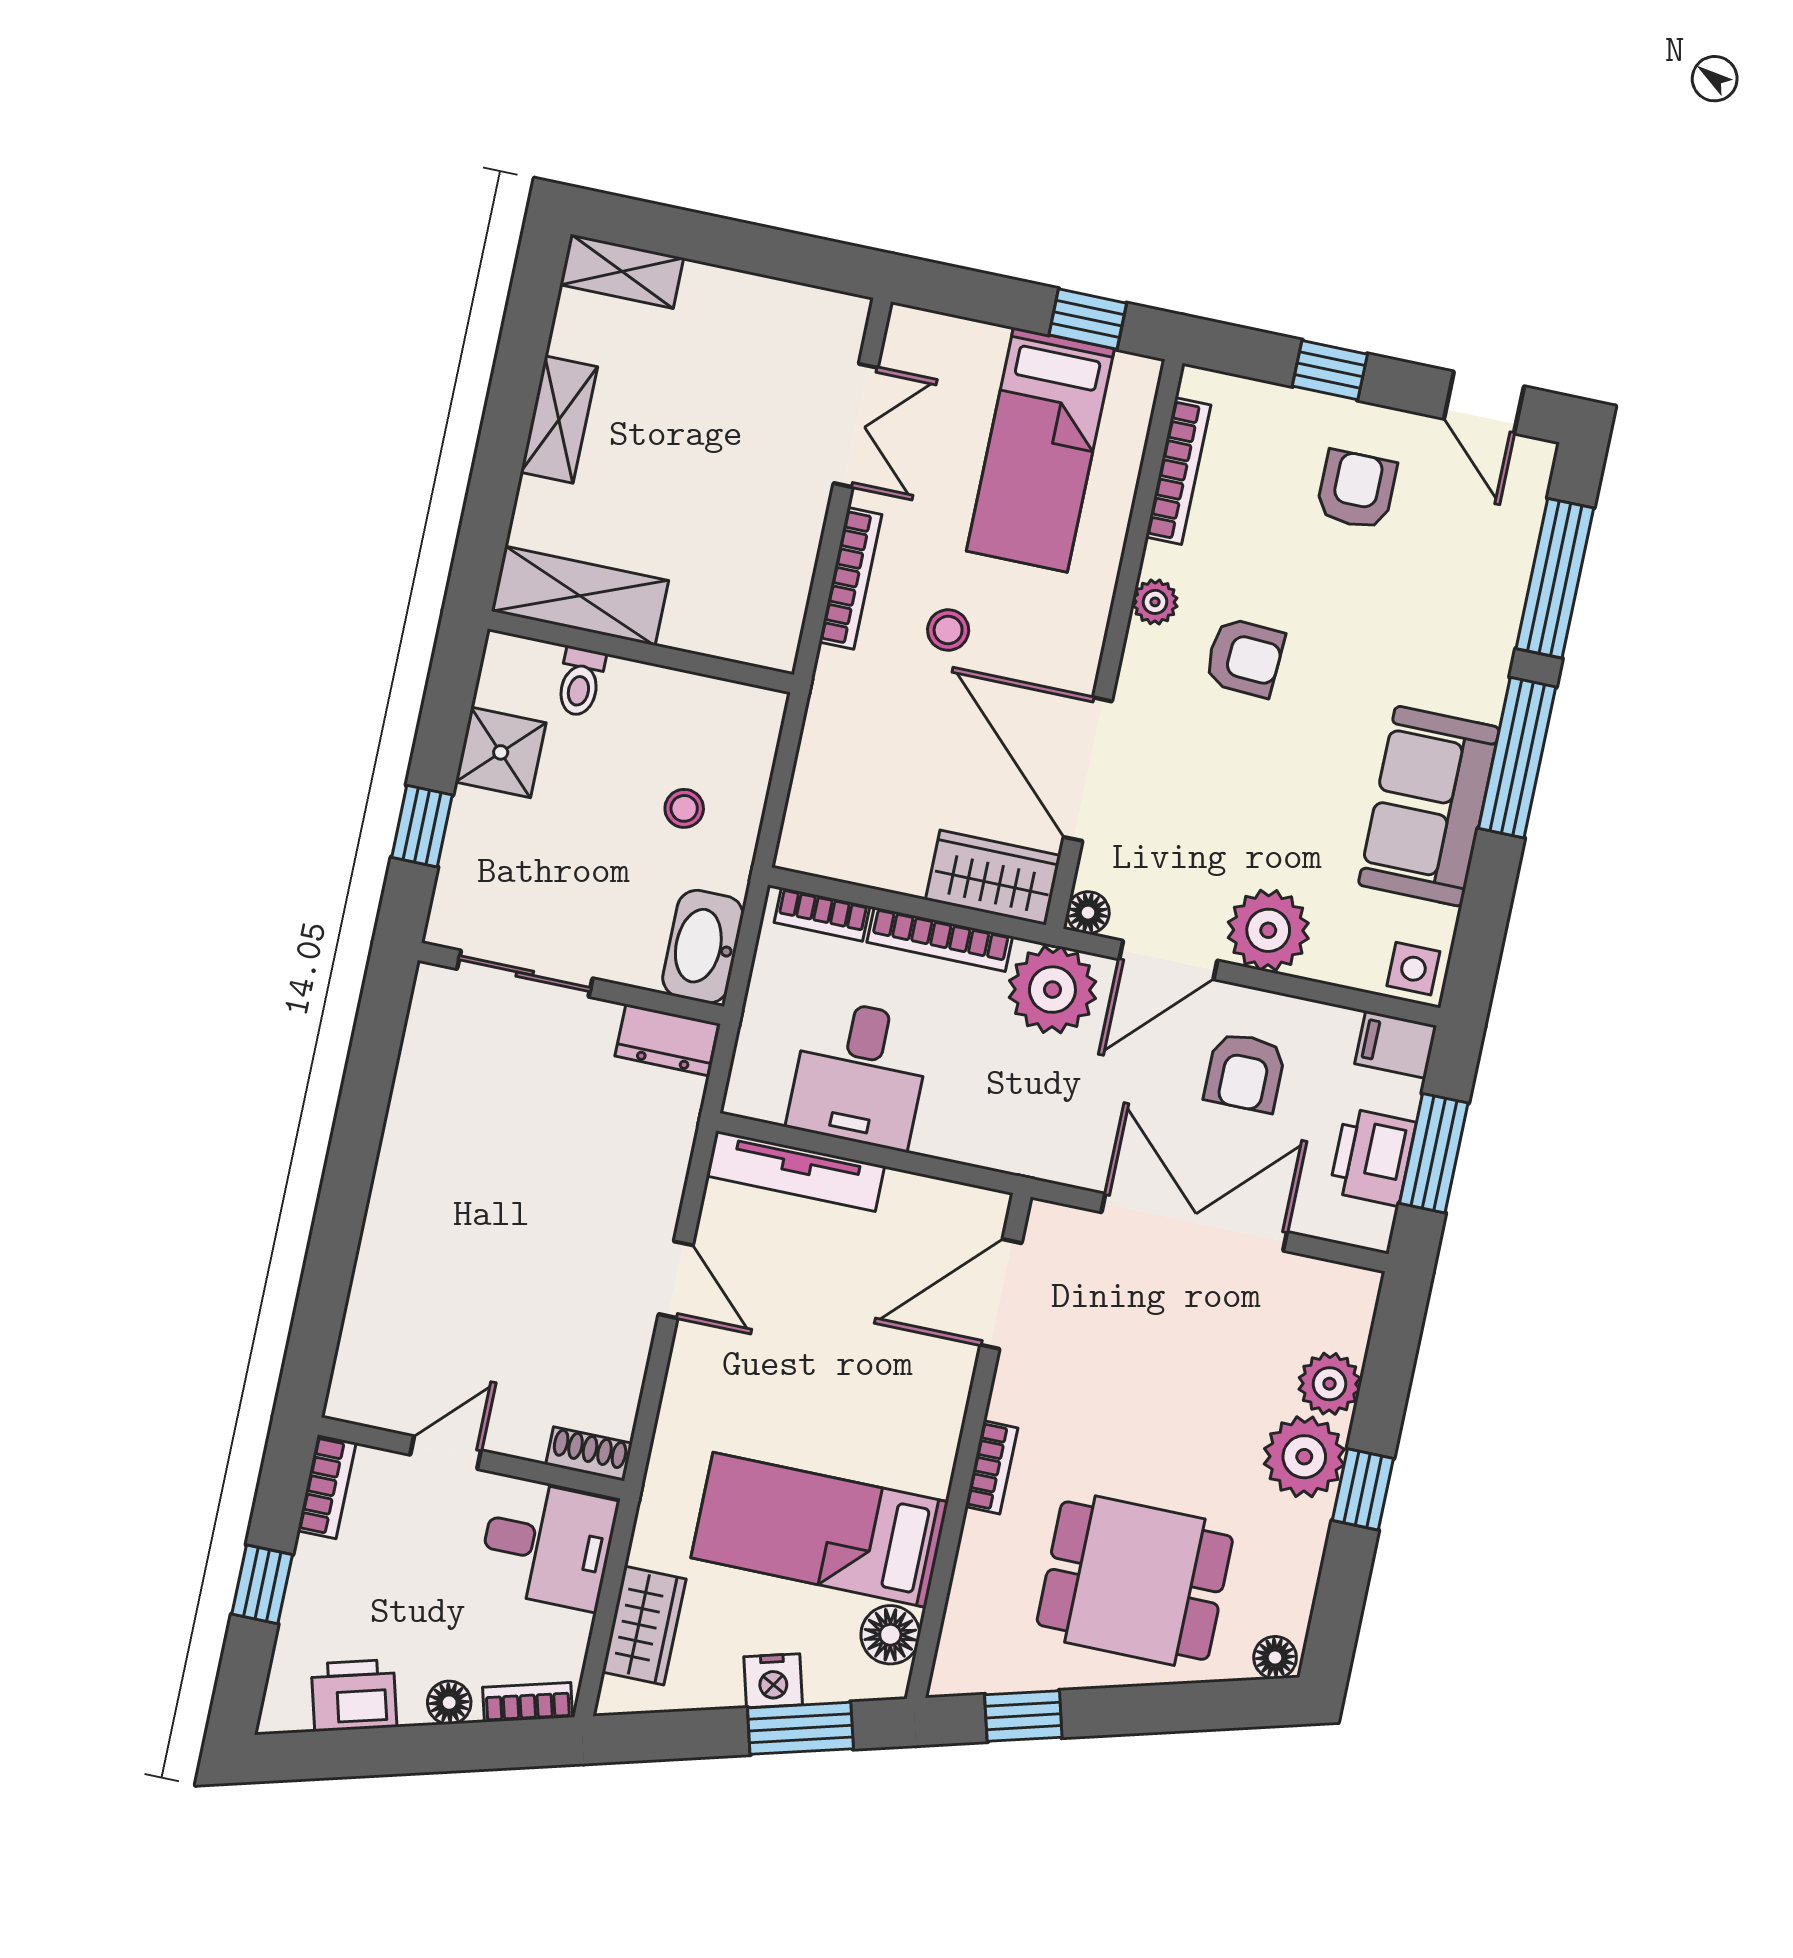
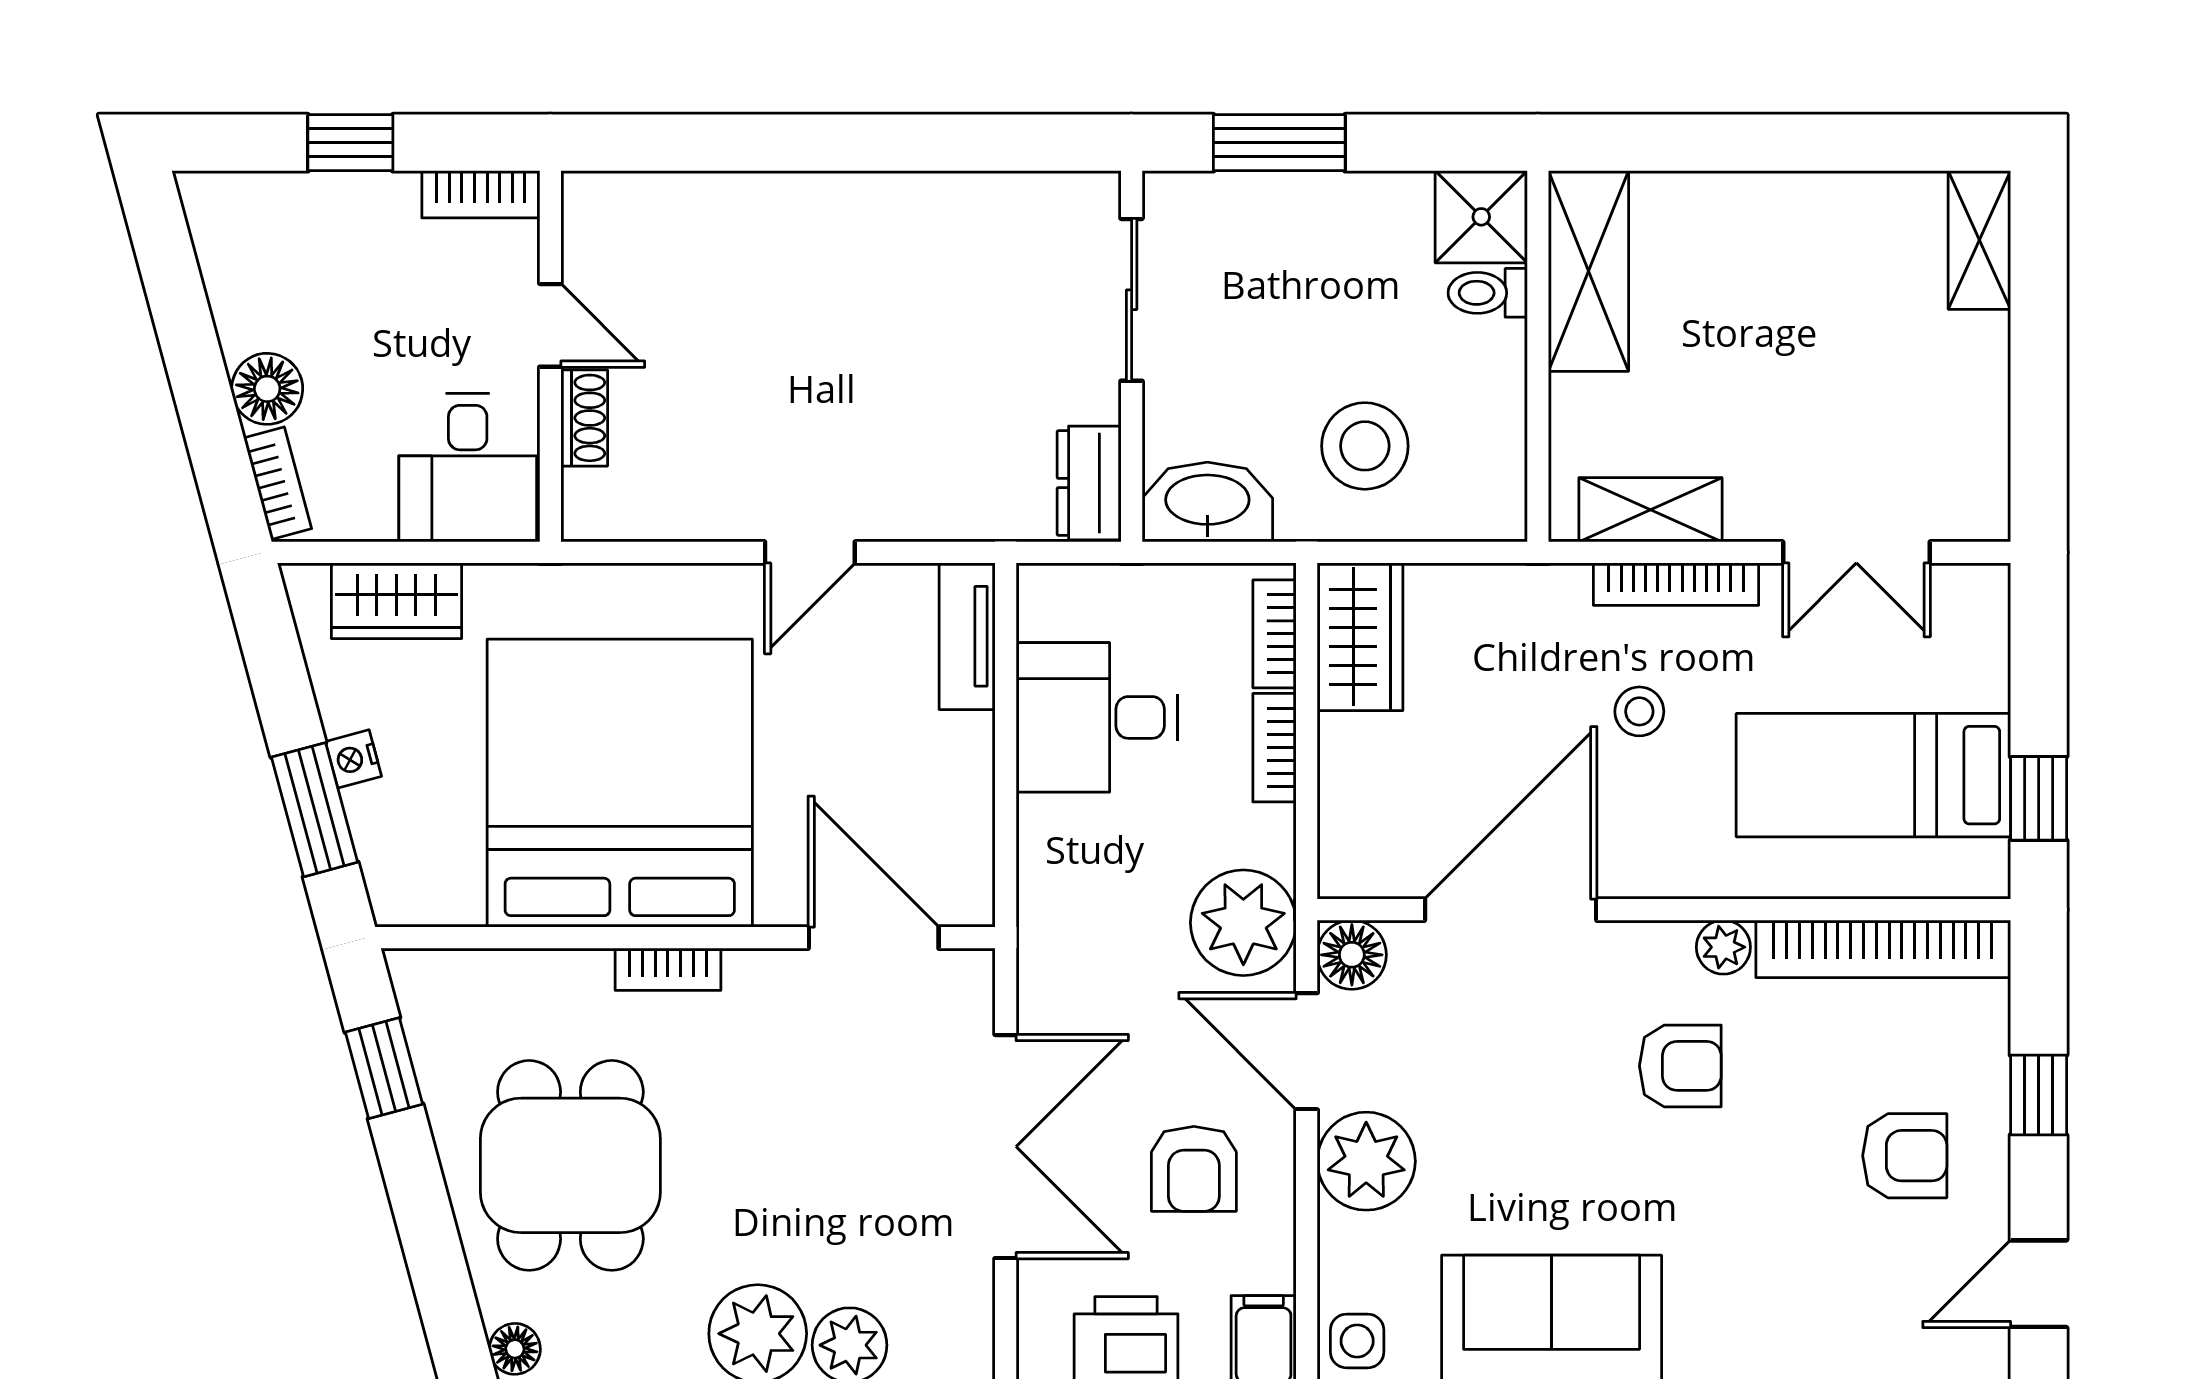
shelving: (559, 420) -> (1651, 510), moved
bookcase: (1178, 471) -> (1883, 949), width x1.48, depth x1.31
armchair: (1245, 657) -> (1680, 1066), turned -93
shower: (501, 752) -> (1481, 217), moved
stool: (684, 808) -> (1365, 446), width x1.89, depth x1.89
window: (422, 826) -> (1279, 143), width x1.50
wardrobe: (993, 878) -> (1360, 637), moved
floor lamp: (1088, 913) -> (1352, 955), width x1.37, depth x1.37
bookcase: (940, 939) -> (1275, 748), width x0.64
armchair: (1245, 1072) -> (1194, 1169), turned -90
tv unit: (796, 1171) -> (967, 636), width x0.71
shoe rack: (589, 1454) -> (584, 418), moved
bed: (820, 1530) -> (620, 783), width x2.04
floor lamp: (890, 1635) -> (446, 892), removed
nightstand: (773, 1681) -> (353, 759), width x0.72, depth x0.74
printer: (354, 1695) -> (243, 278), removed
floor lamp: (449, 1703) -> (267, 389), width x1.37, depth x1.37

